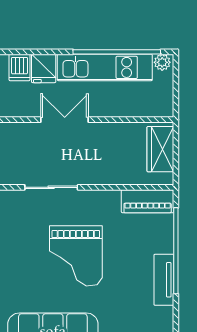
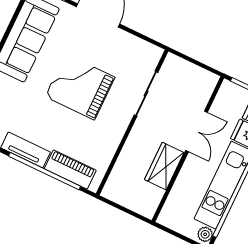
wardrobe: (160, 149) -> (164, 166), moved, turned -90
piano: (148, 201) -> (70, 169), moved, turned 90

